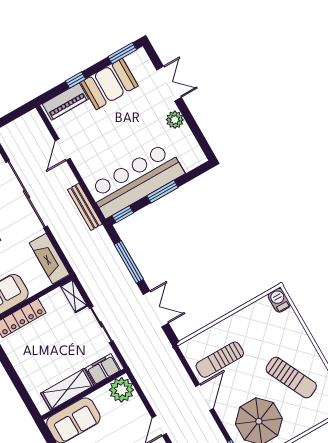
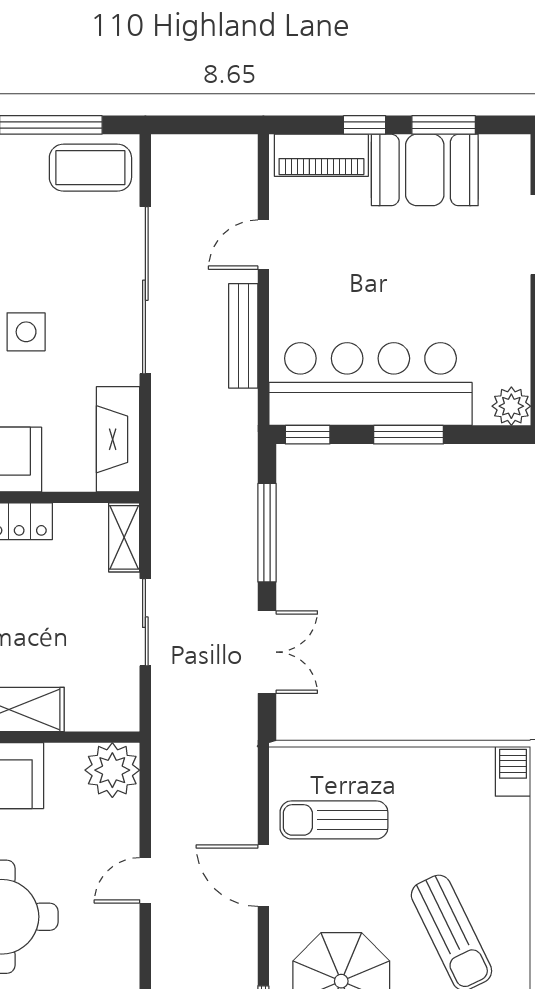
window: (122, 53) -> (444, 125), moved
plant: (175, 120) -> (511, 406), moved
bench: (85, 207) -> (243, 336), moved
filing cabinet: (103, 369) -> (100, 710), removed
door: (205, 397) -> (263, 876), swing flipped

